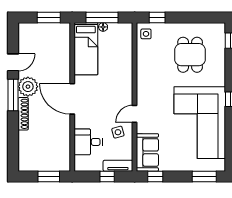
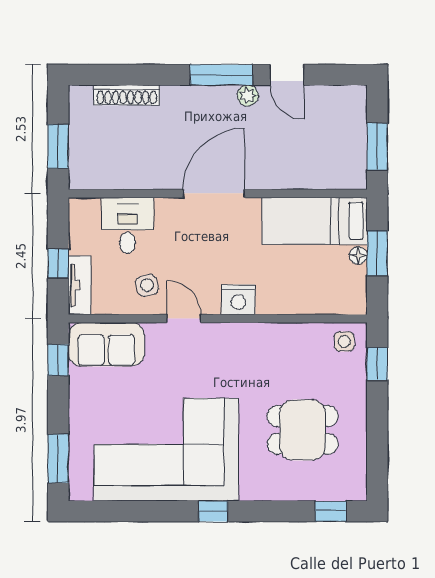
window: (102, 17) -> (377, 253), width x0.69
plant: (28, 87) -> (248, 95), width x0.53, depth x0.53
nightstand: (125, 87) -> (238, 300), added
shoe rack: (23, 114) -> (127, 95), moved

